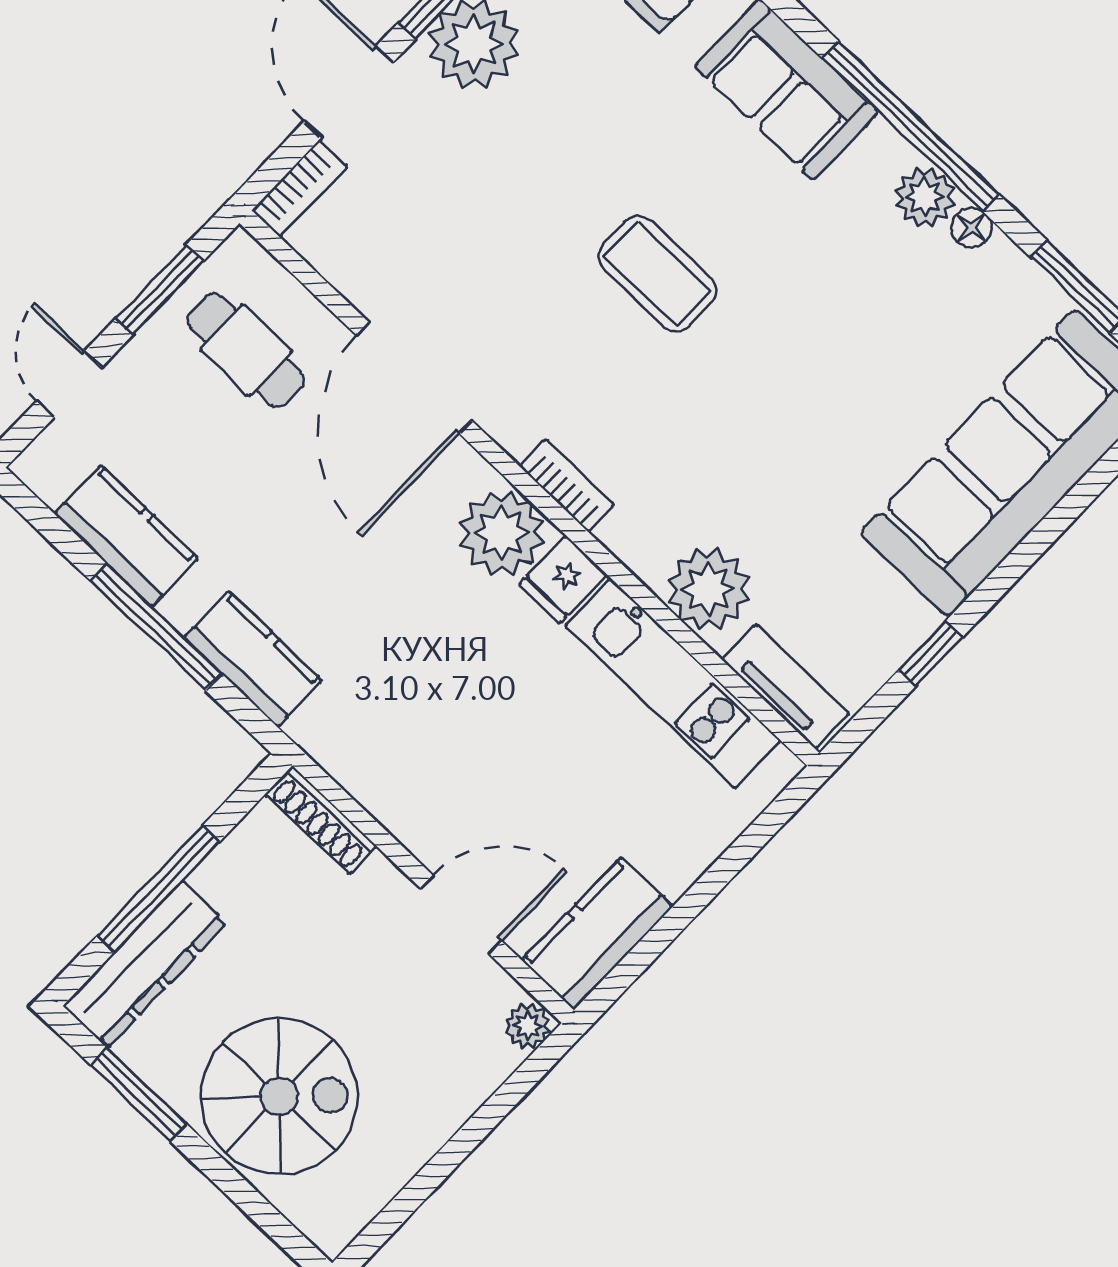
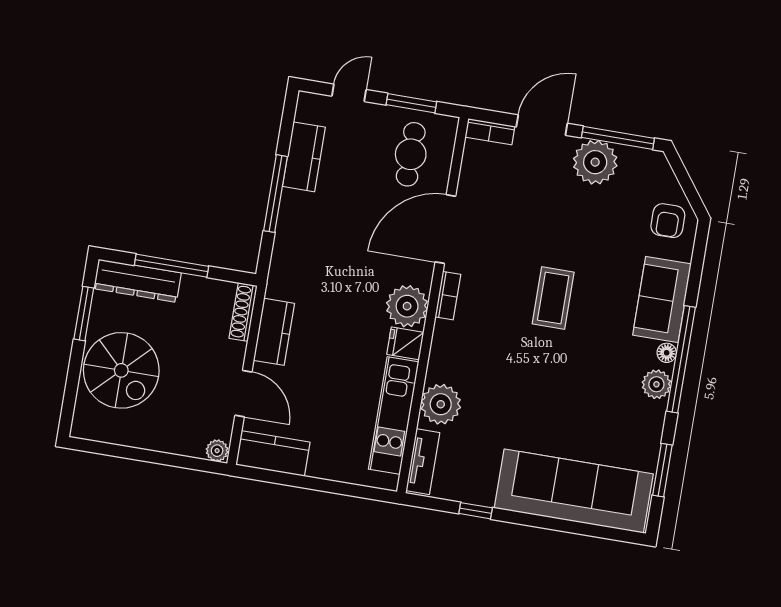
floor lamp: (971, 228) -> (667, 353), moved
bookcase: (567, 485) -> (448, 296), moved
kitchen counter: (253, 659) -> (274, 332), moved

